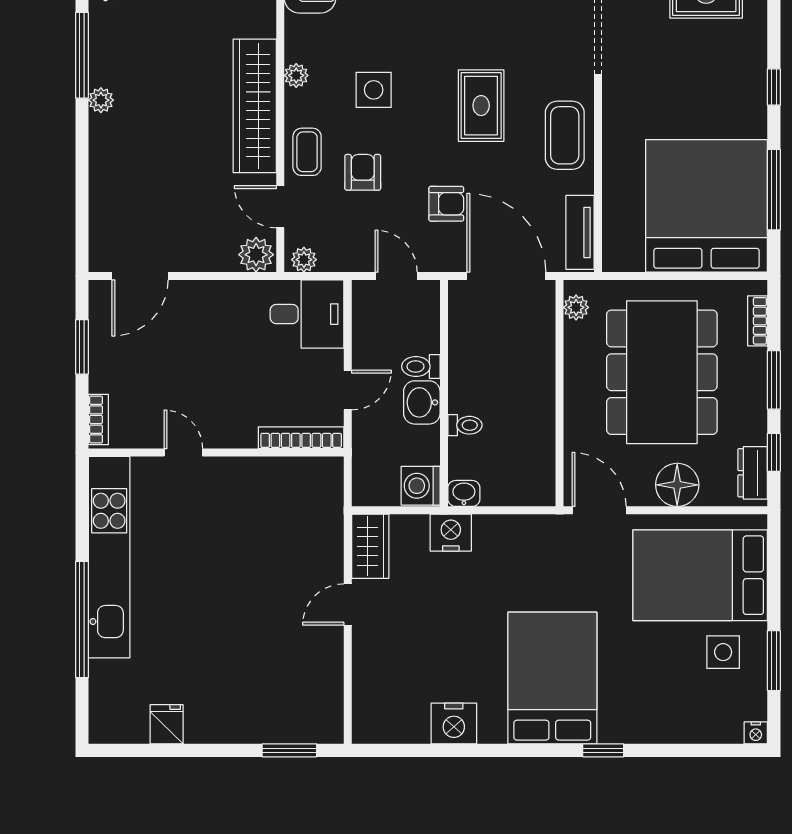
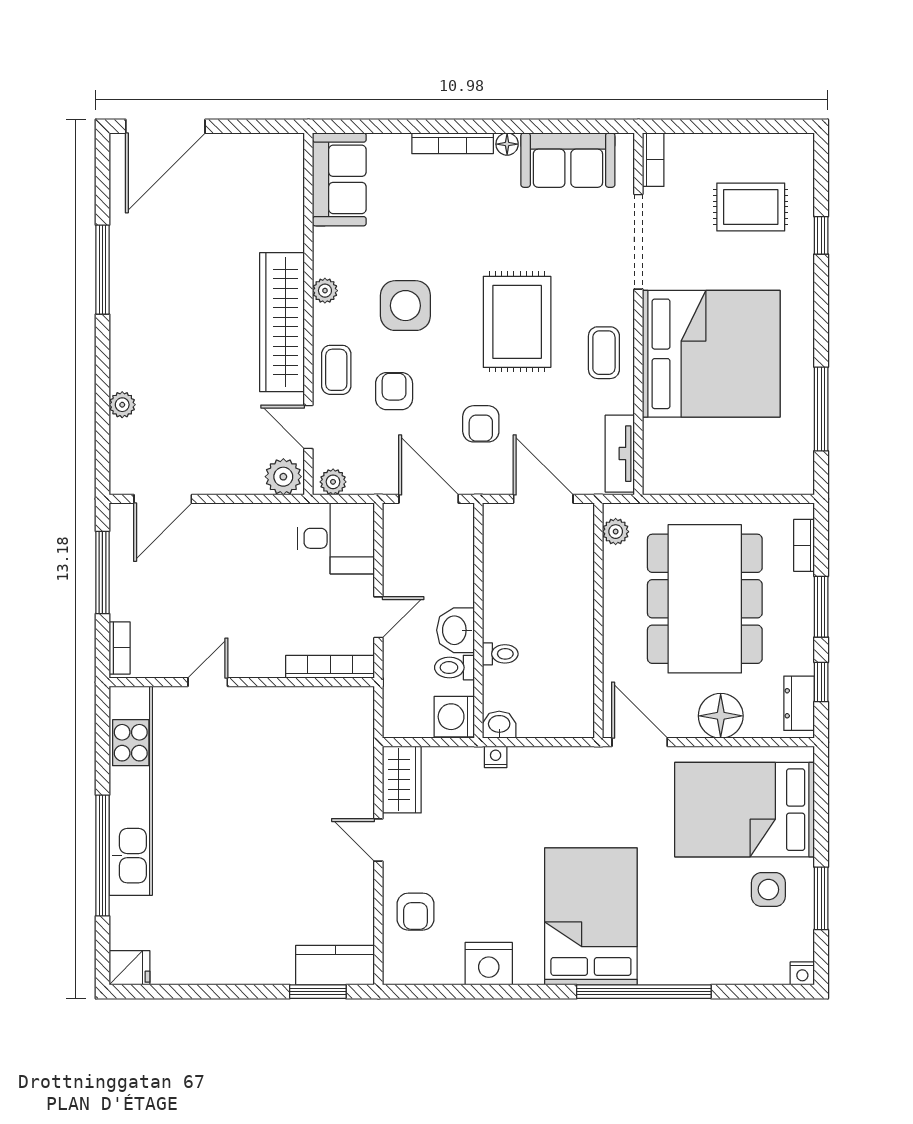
window: (774, 87) -> (821, 235), moved
side table: (374, 90) -> (405, 306), width x1.37, depth x1.37
plant: (101, 100) -> (122, 405), moved
rug: (481, 106) -> (517, 322), width x1.36, depth x1.43
coffee table: (565, 135) -> (604, 353), width x0.73, depth x0.77
armchair: (446, 204) -> (481, 424), turned 90
bed: (707, 206) -> (711, 354), moved, turned 90
door: (396, 276) -> (429, 499), width x1.38
door: (506, 276) -> (543, 499), width x0.73
window: (82, 347) -> (102, 573), width x1.44
toilet: (421, 366) -> (455, 668), moved
door: (183, 453) -> (208, 682), hinge flipped
nightstand: (451, 533) -> (496, 757), width x0.53, depth x0.56
door: (348, 604) -> (378, 840), hinge flipped
armchair: (383, 673) -> (416, 912), added
fridge: (167, 724) -> (130, 968), moved, turned 90
kitchen counter: (306, 725) -> (335, 965), added
window: (603, 750) -> (644, 992), width x3.17

